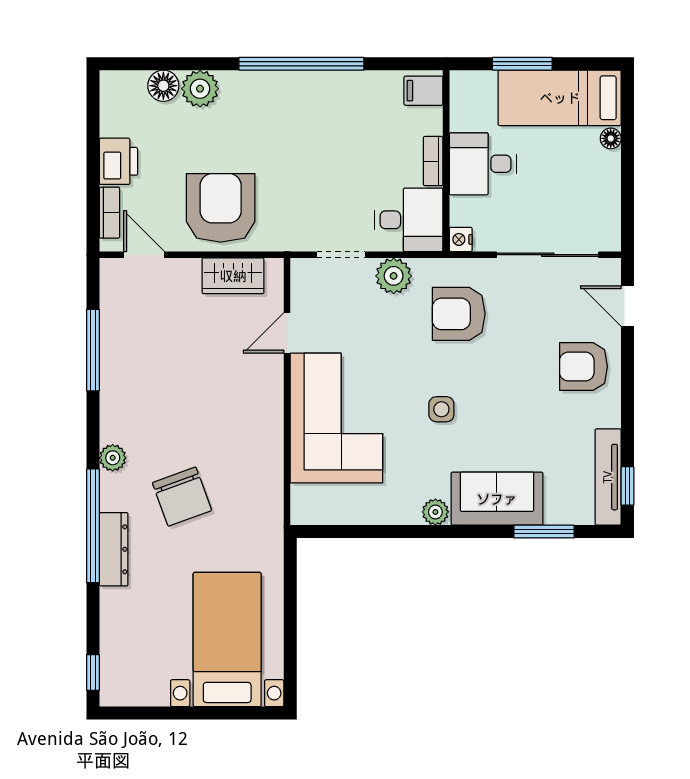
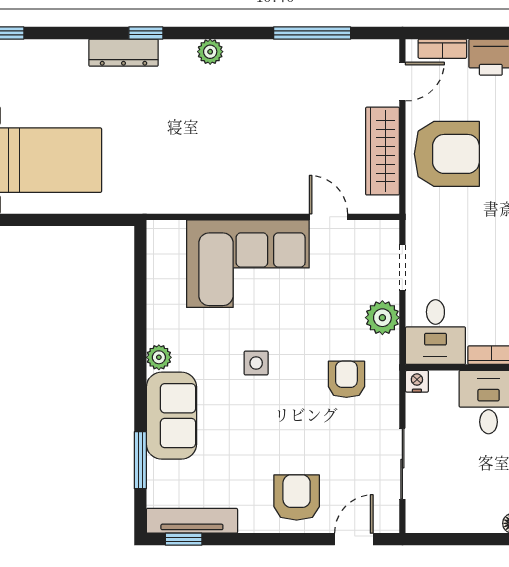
sliding door: (548, 255) -> (402, 464), width x0.73
wardrobe: (233, 276) -> (382, 151), width x1.50
armchair: (459, 314) -> (346, 379), width x0.72, depth x0.72
chair: (182, 497) -> (173, 117), removed
window: (93, 526) -> (146, 33), width x0.32

